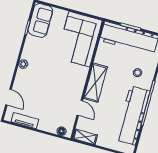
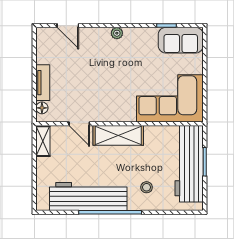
door: (8, 97) -> (68, 26), hinge flipped
door: (80, 108) -> (79, 124), hinge flipped
tv unit: (25, 121) -> (43, 83), moved

